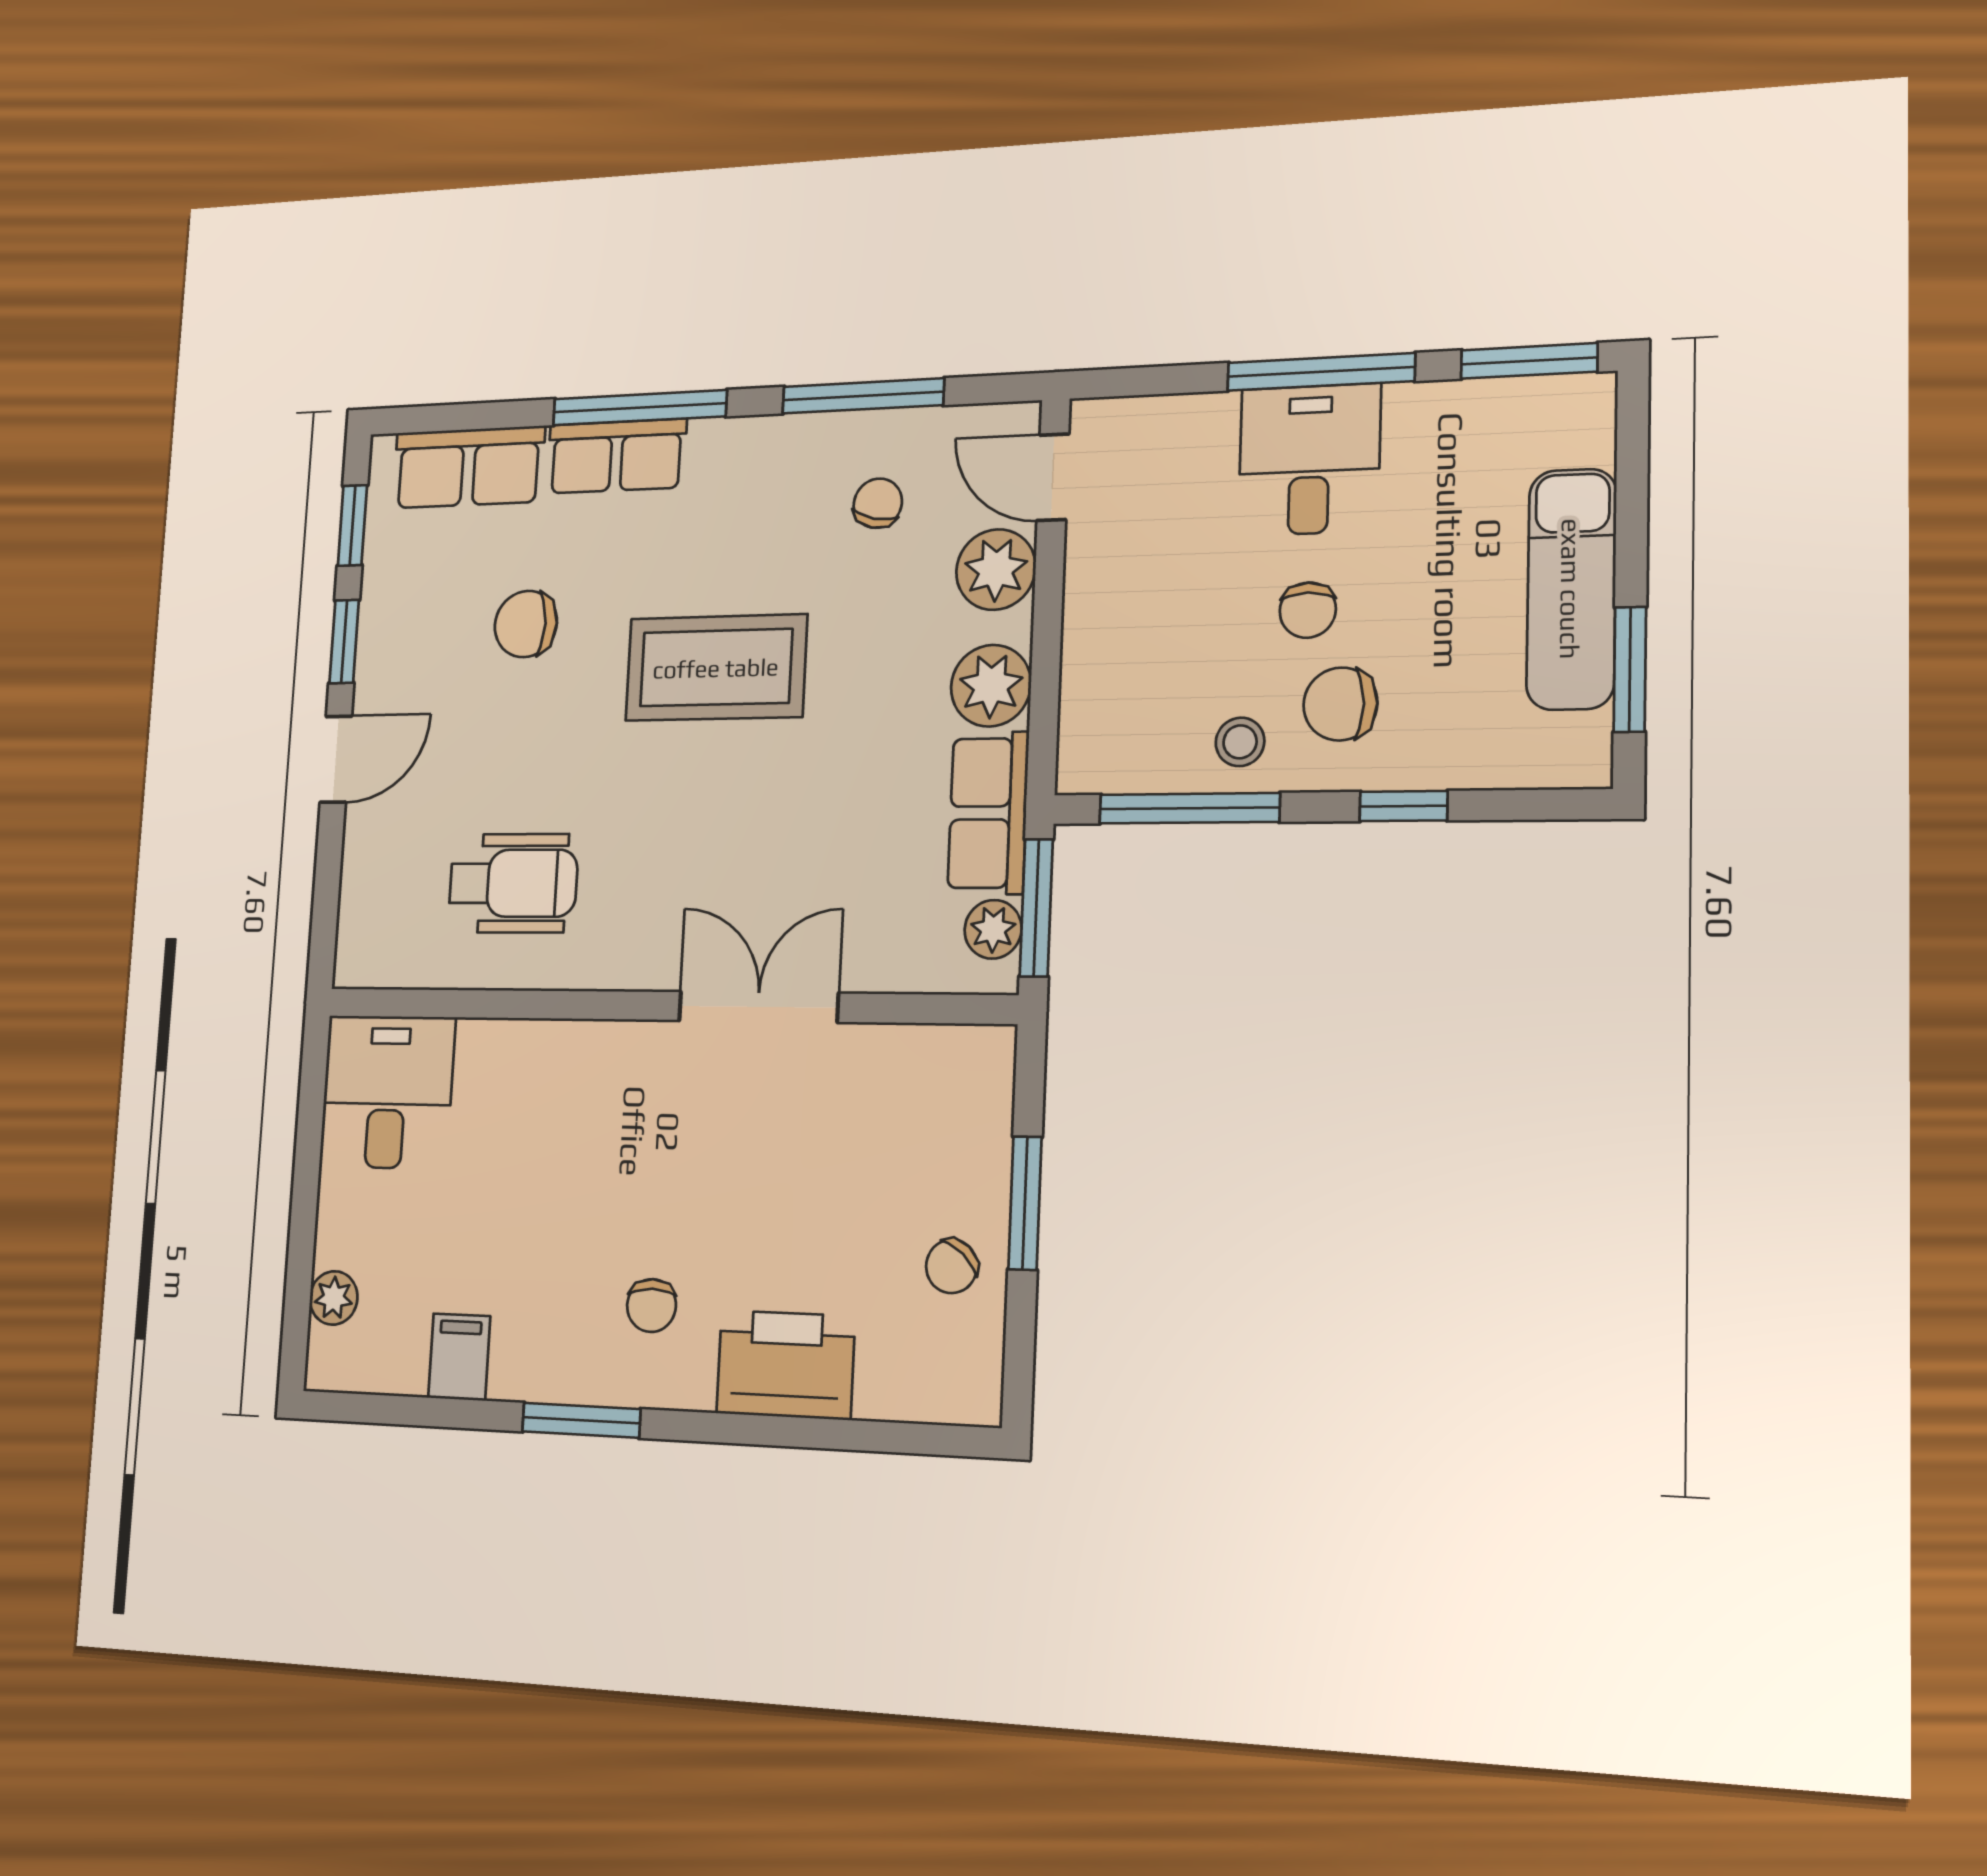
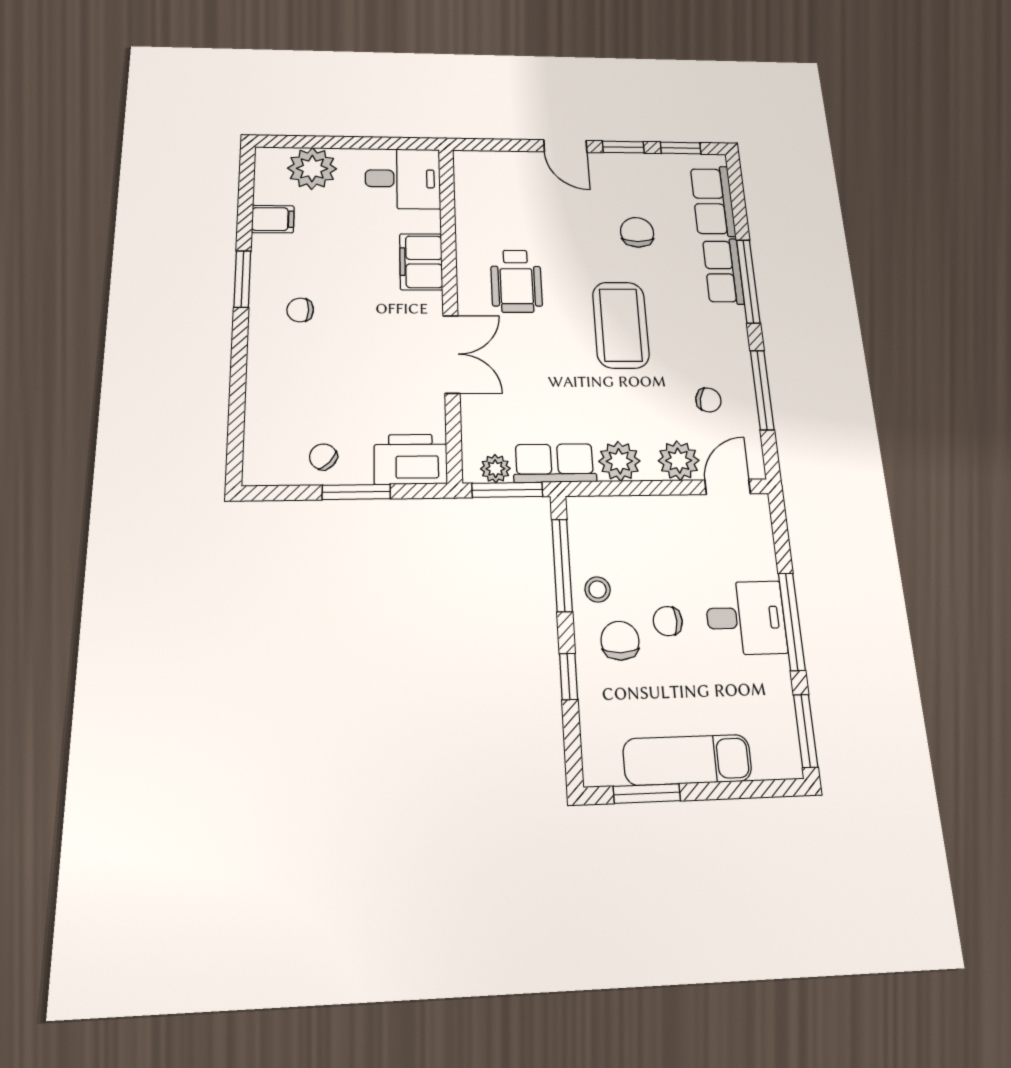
wheelchair: (513, 883) -> (516, 281), moved
filing cabinet: (564, 1061) -> (421, 262), added
plant: (334, 1298) -> (312, 168), width x1.88, depth x1.88
printer: (786, 1365) -> (411, 459), moved, turned -90

